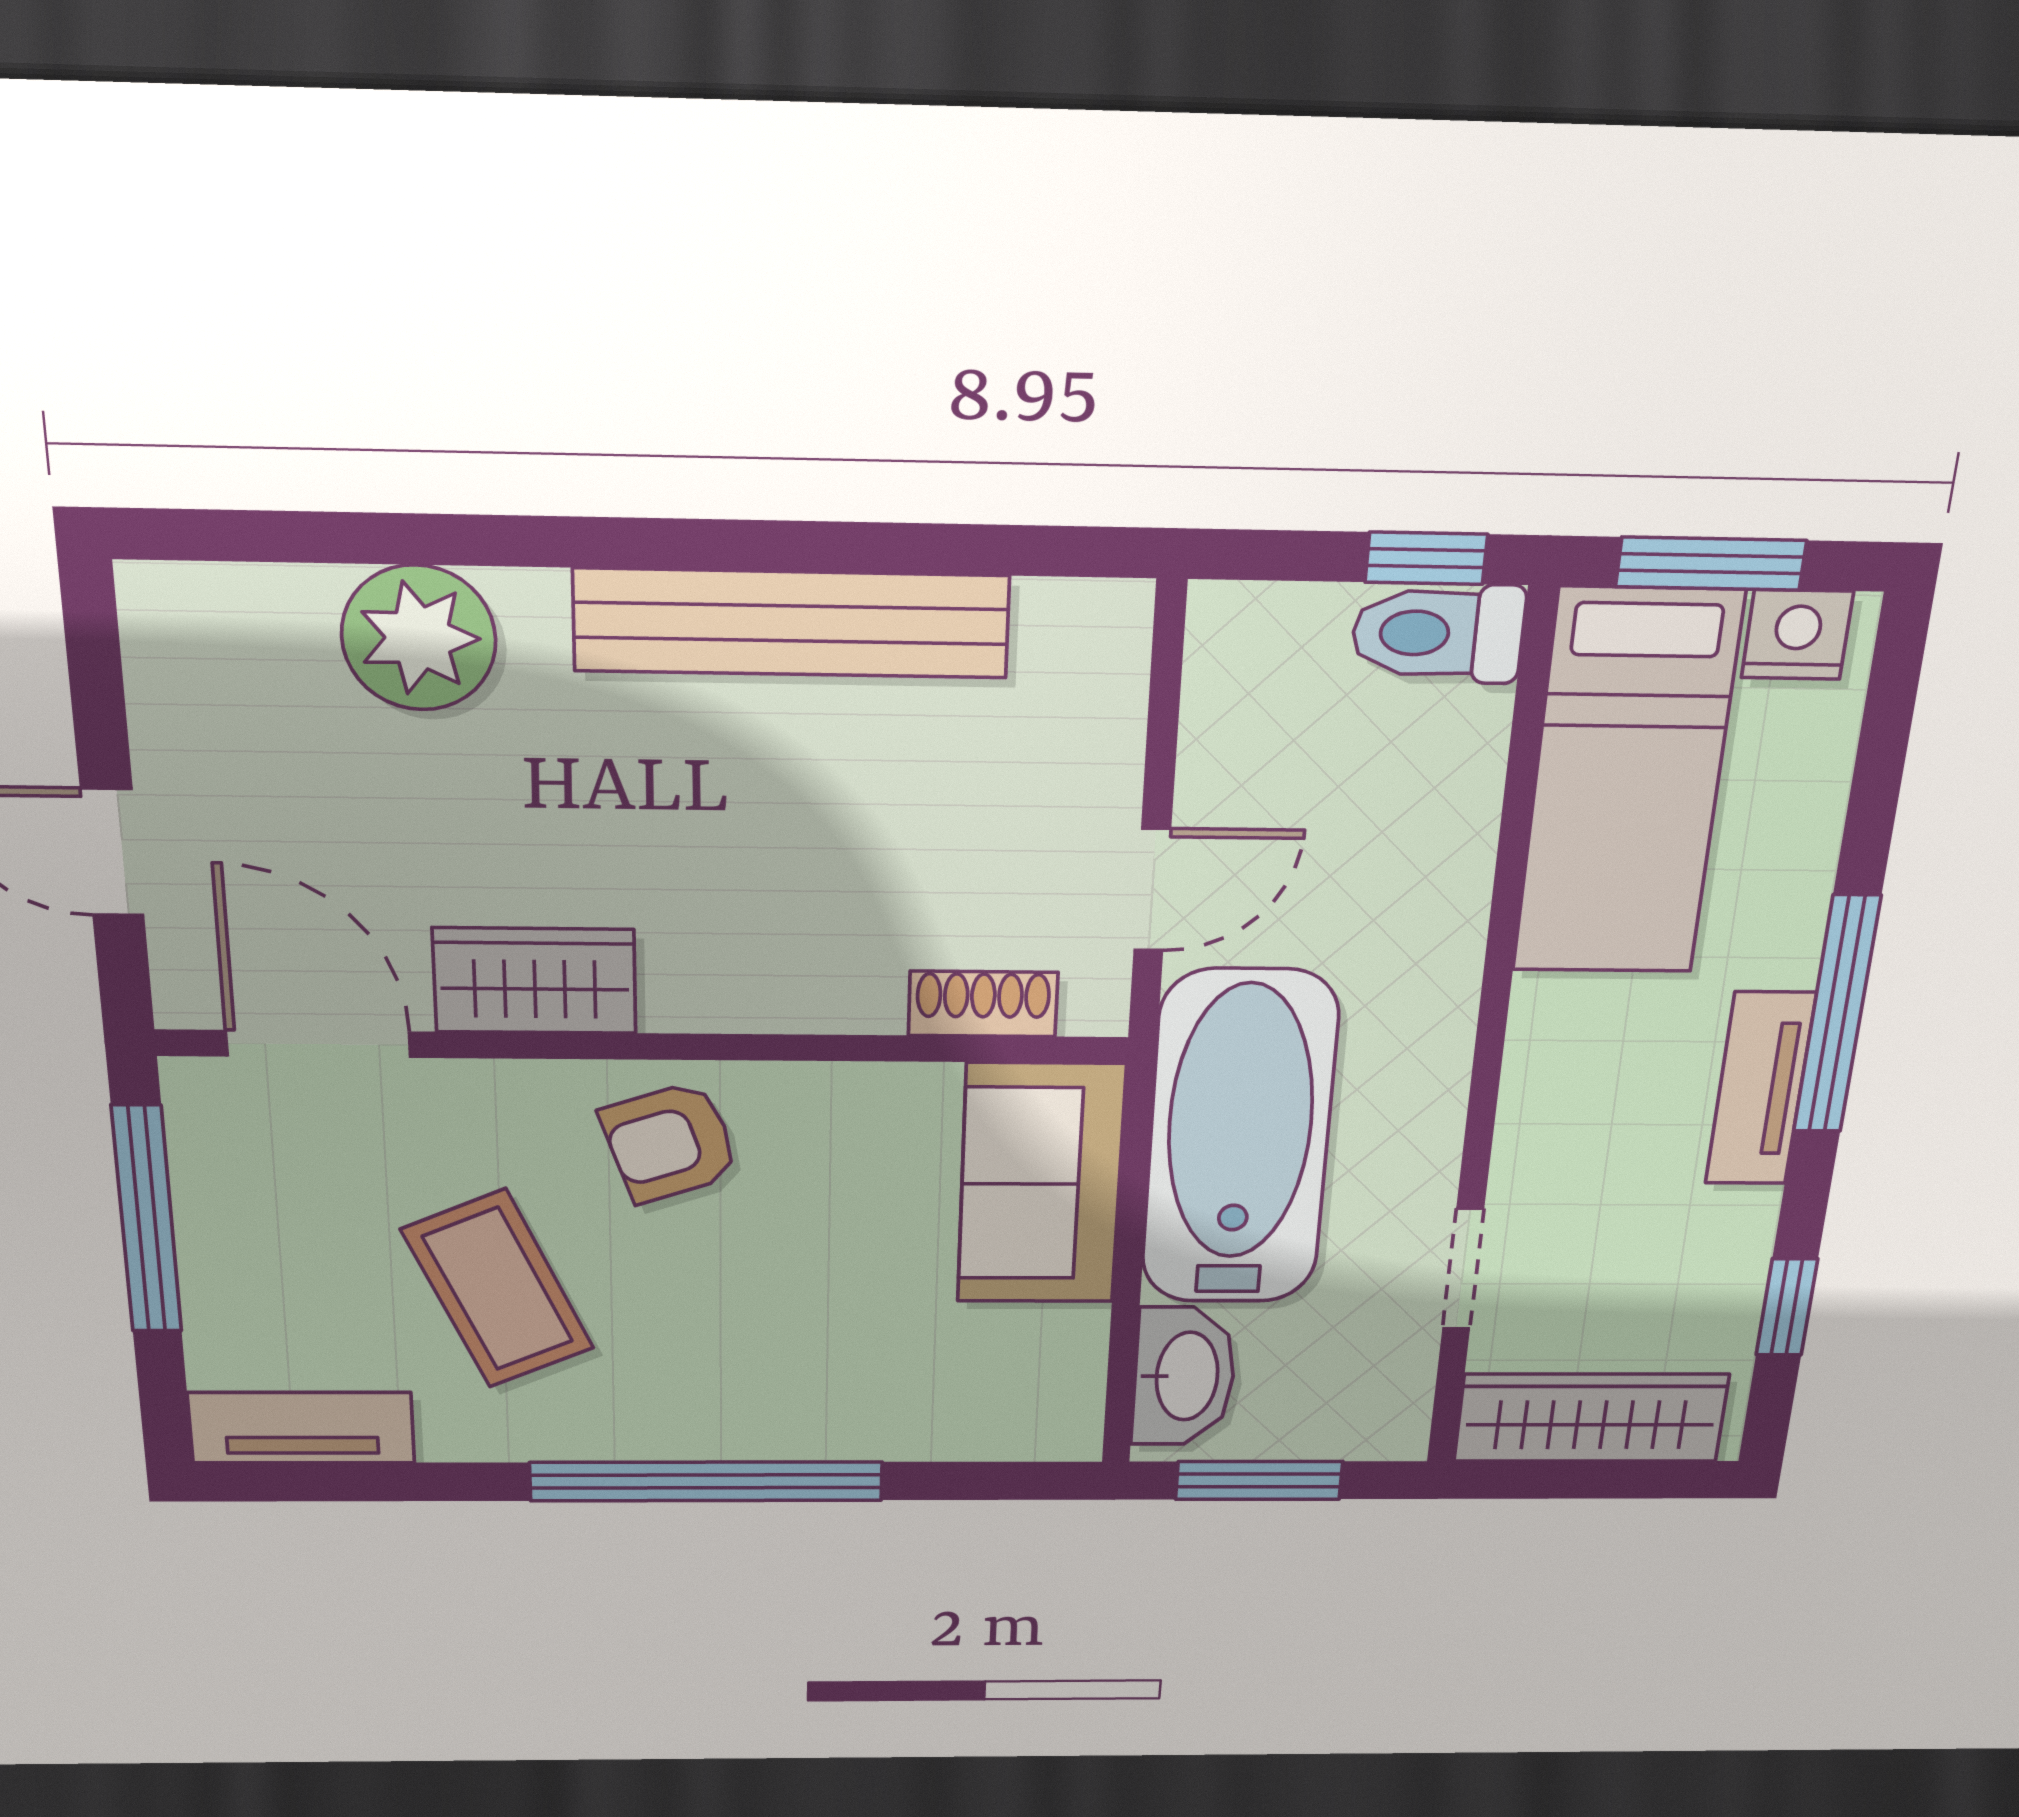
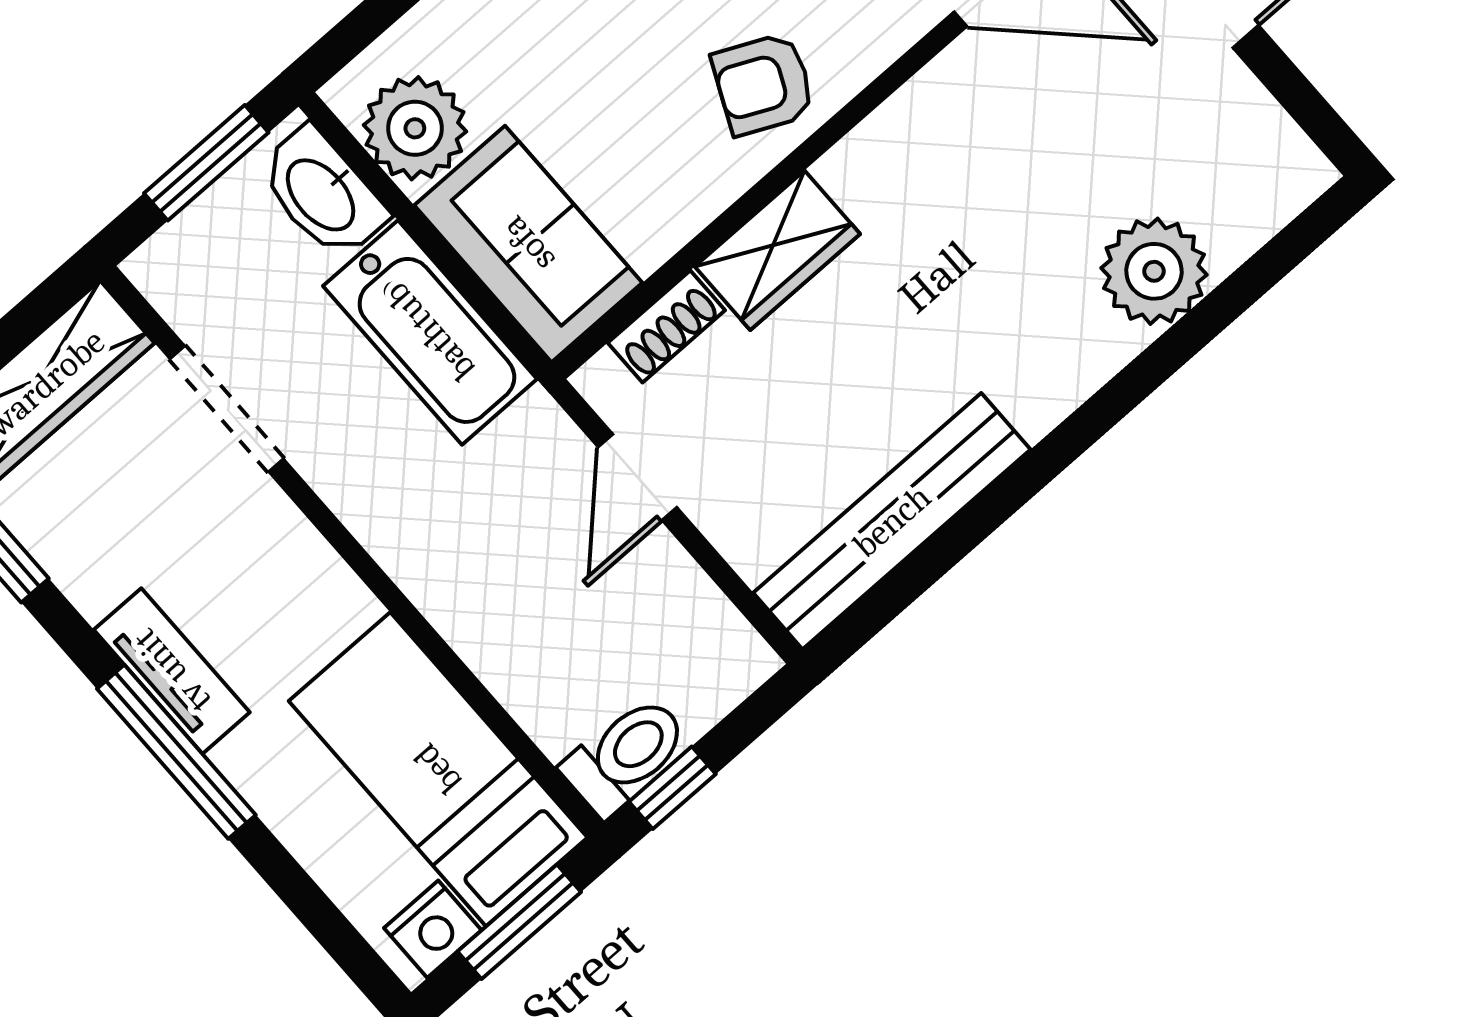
bench: (792, 623) -> (892, 521), moved
wardrobe: (535, 981) -> (777, 250), moved
bathtub: (1239, 1139) -> (430, 332), width x0.73, depth x0.73
armchair: (670, 1142) -> (763, 84), turned -136
doorway: (1463, 1269) -> (227, 409), width x1.38
plant: (1043, 1363) -> (415, 128), added

